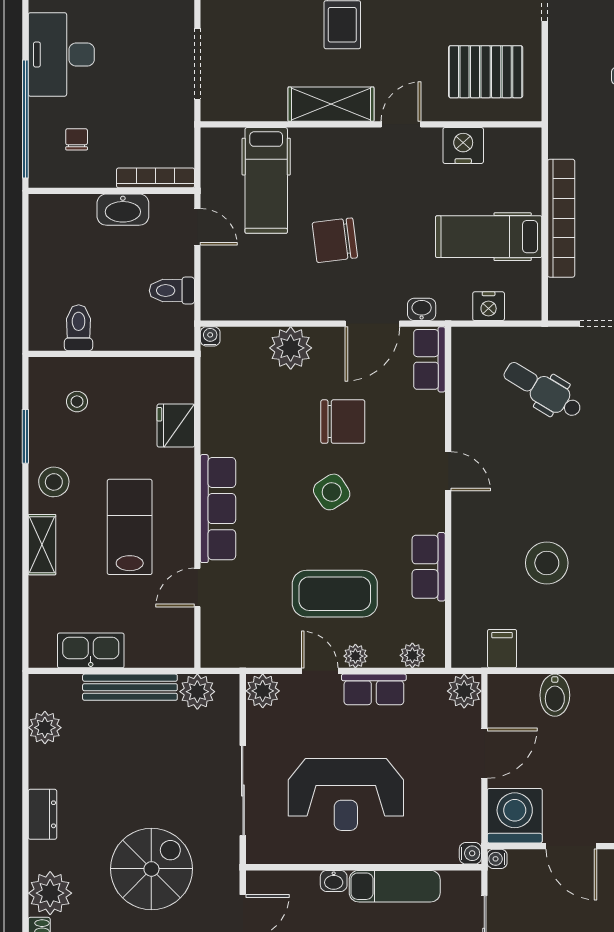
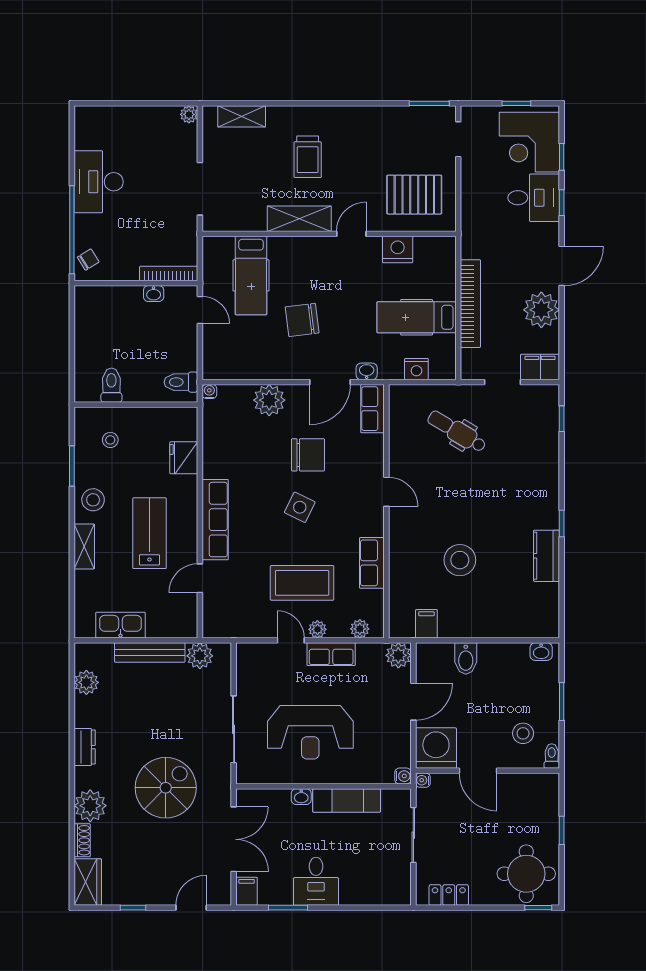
chair: (77, 139) -> (88, 260), moved, turned 58
washbasin: (123, 210) -> (154, 294), width x0.52, depth x0.69
toilet: (172, 291) -> (181, 382), moved
side table: (332, 492) -> (300, 507), turned -31
plant: (263, 691) -> (248, 655), removed

